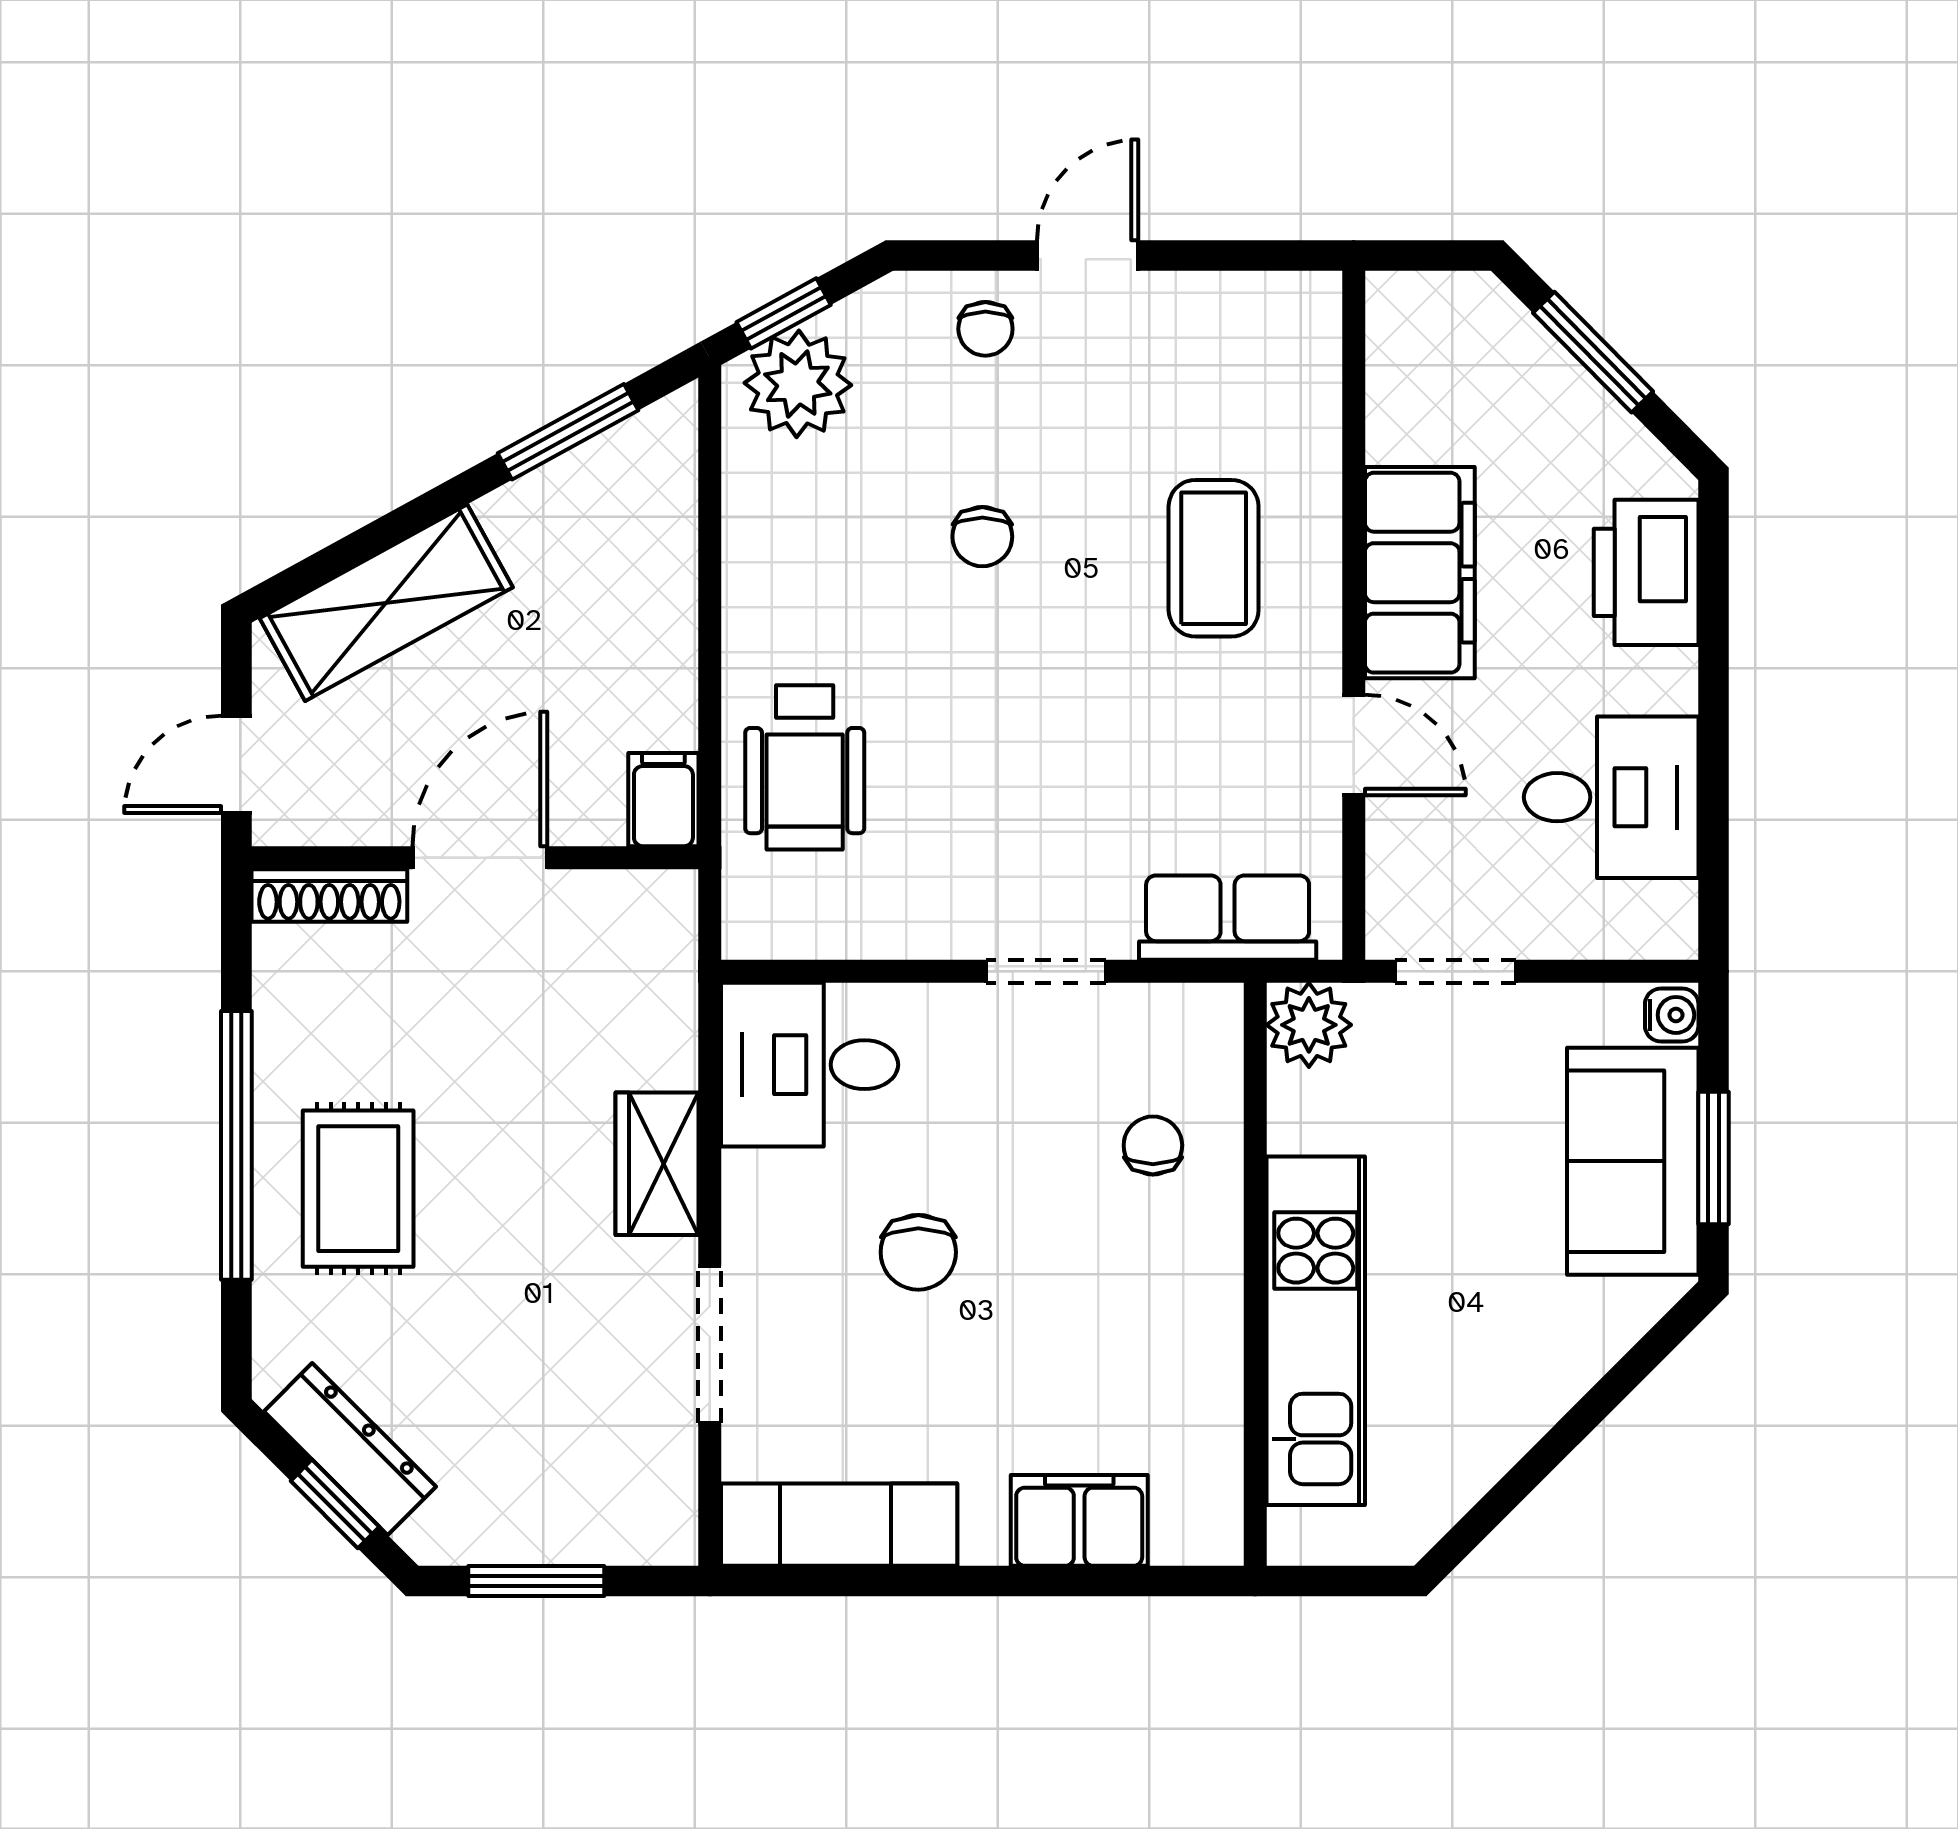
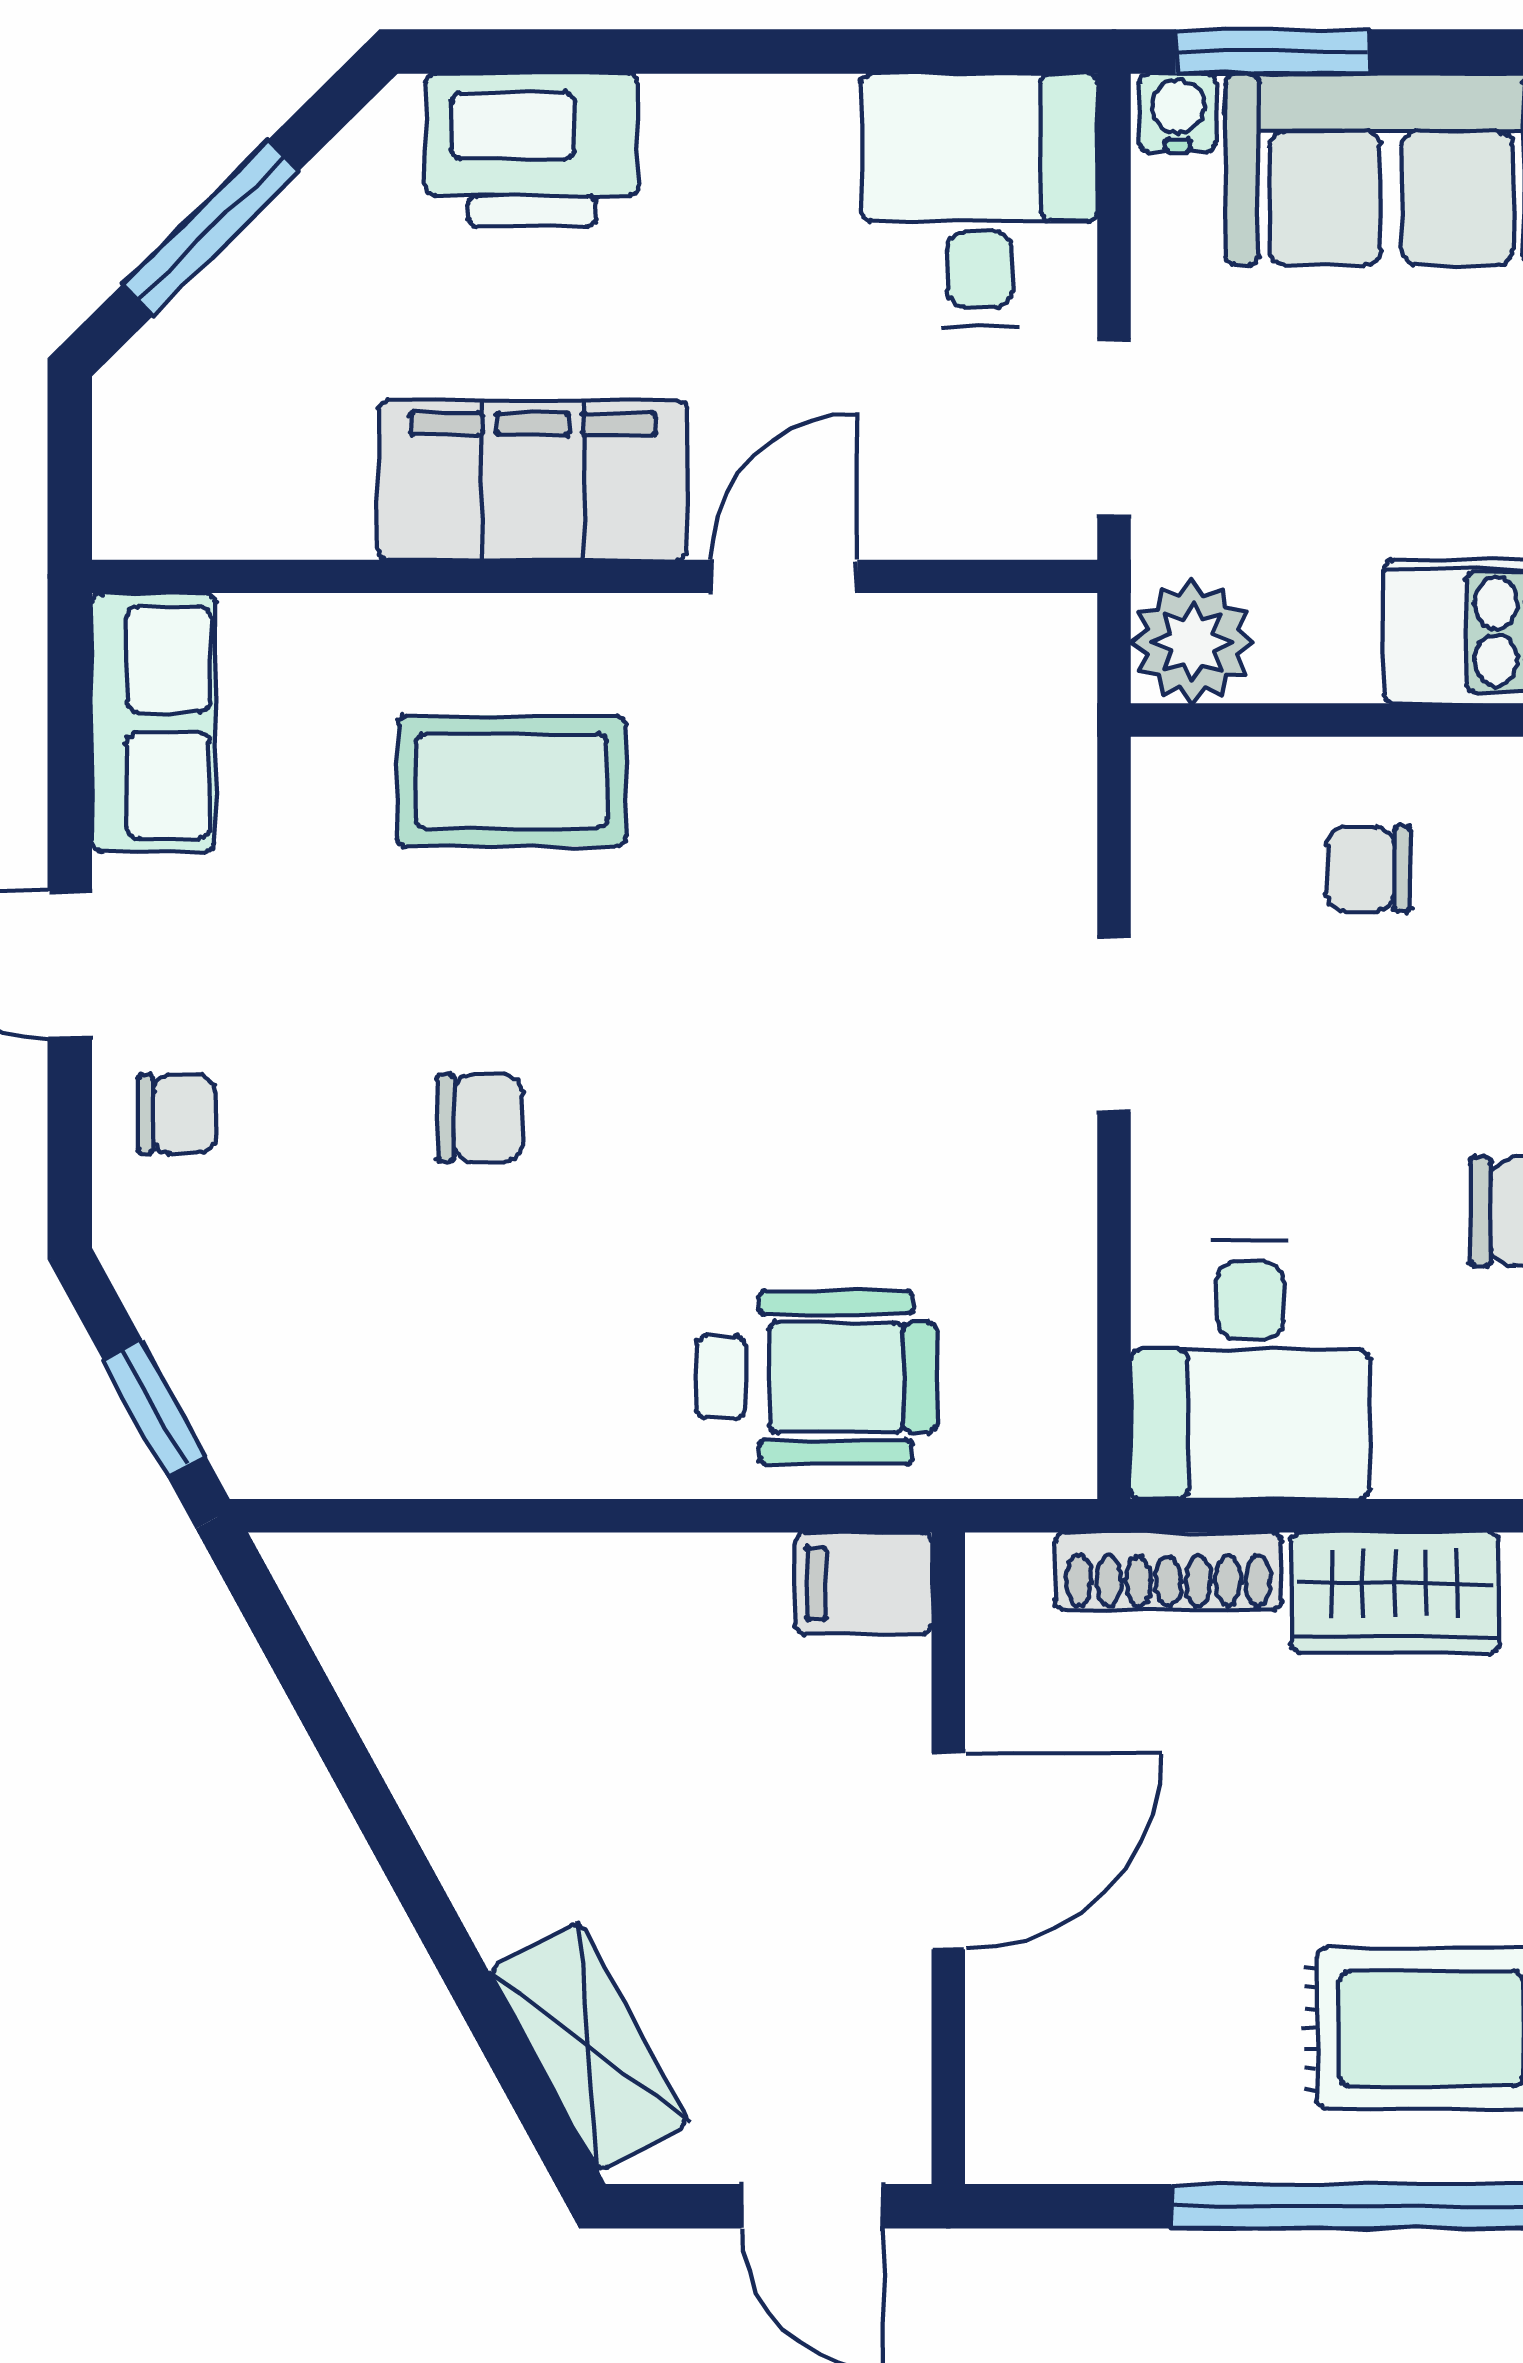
plant: (798, 384) -> (257, 1387), removed
window: (568, 432) -> (327, 1723), removed
shelving: (386, 603) -> (589, 2047), width x0.67, depth x0.75
desk: (1611, 797) -> (979, 201), moved
door: (480, 858) -> (948, 1851), swing flipped
shoe rack: (329, 895) -> (1168, 1571), moved, turned 90
row of seats: (1228, 918) -> (154, 722), moved, turned 180
window: (1714, 1158) -> (1273, 52), moved

